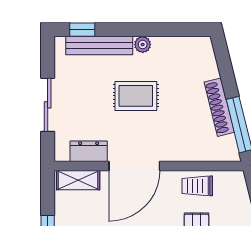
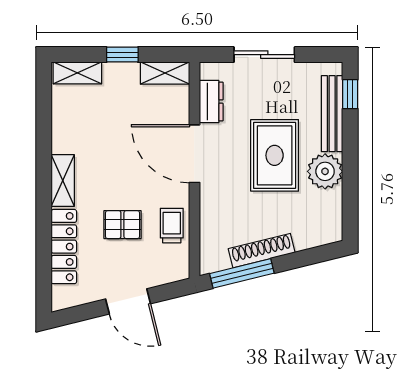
plant: (143, 44) -> (325, 171), width x1.88, depth x1.88
rug: (136, 96) -> (275, 155), width x1.36, depth x1.43
shelving: (78, 180) -> (165, 73), moved, turned 90

